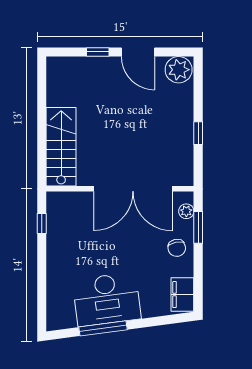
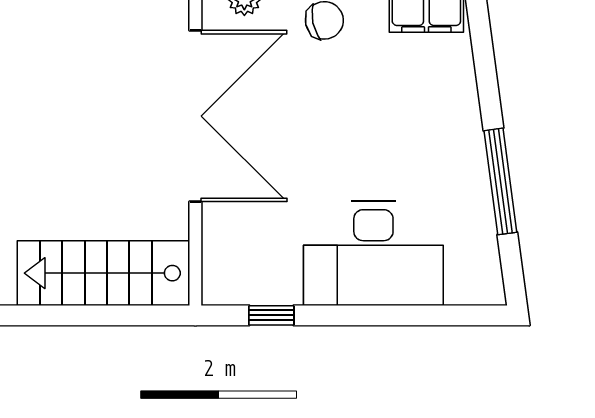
desk: (107, 299) -> (373, 253), moved, turned 98

